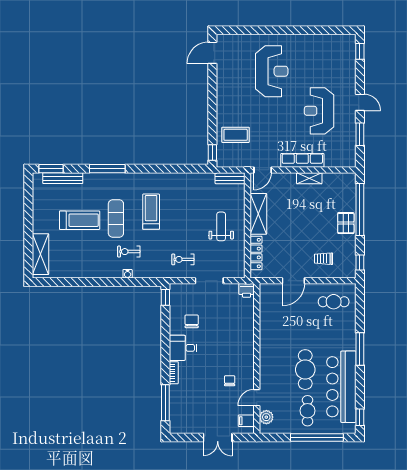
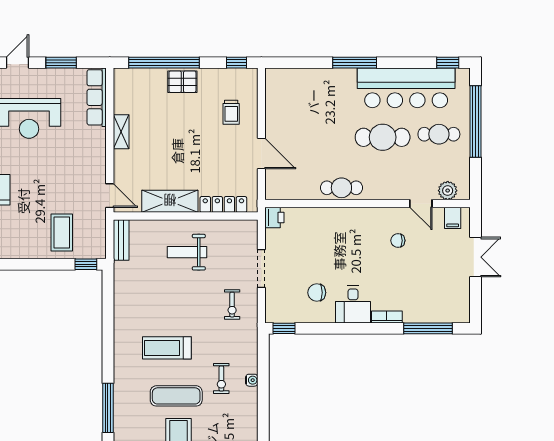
row of seats: (302, 160) -> (97, 97), moved
cafe table: (334, 302) -> (341, 188), moved, turned 90

